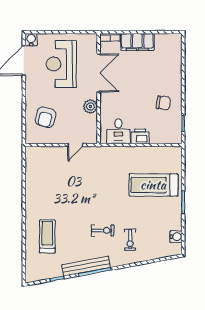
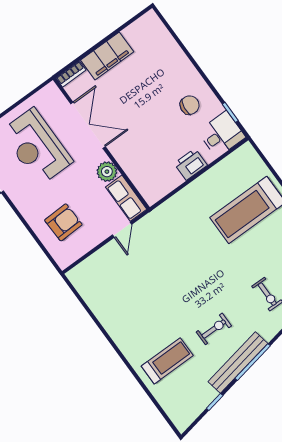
armchair: (46, 117) -> (63, 222), turned -107
row of seats: (90, 129) -> (126, 198), added
desk: (118, 131) -> (222, 134), moved, turned -90
exercise bike: (103, 230) -> (214, 329), moved
treadmill: (47, 236) -> (167, 361), turned 90

